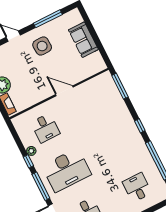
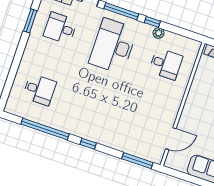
door: (64, 91) -> (171, 139), moved
desk: (45, 128) -> (166, 64), turned 180

